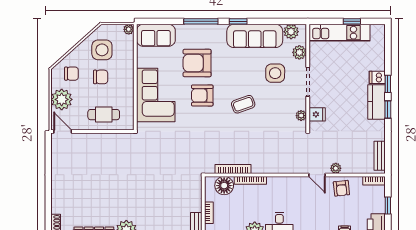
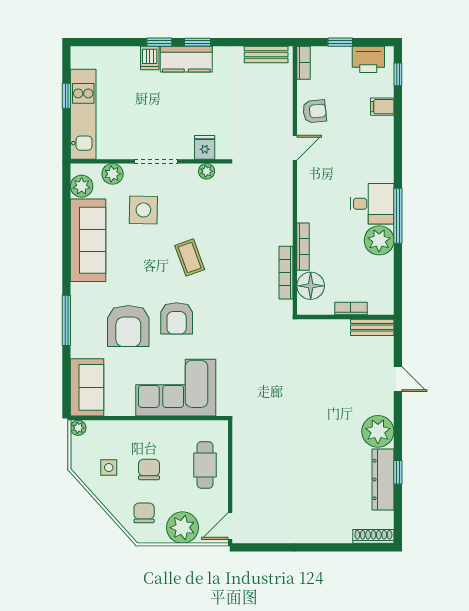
window: (238, 21) -> (66, 265), removed
side table: (102, 50) -> (109, 468), width x0.54, depth x0.54
plant: (336, 168) -> (285, 120), removed

